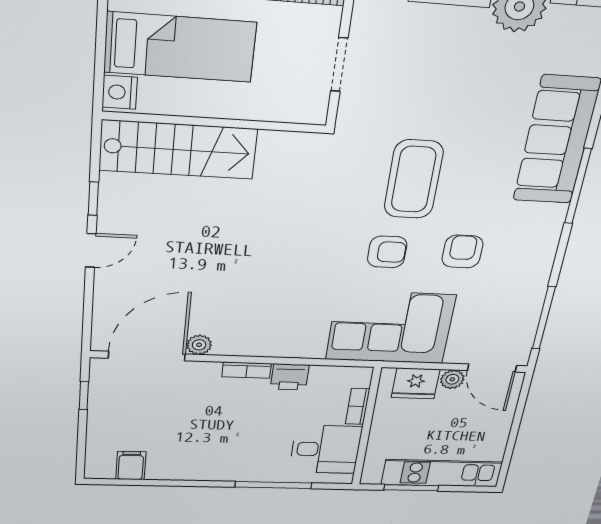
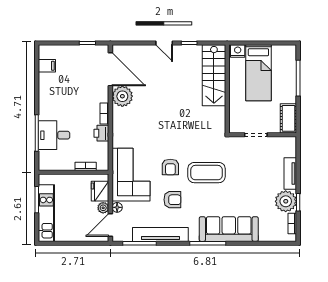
tv unit: (535, 278) -> (160, 234), added
plant: (199, 345) -> (122, 96), width x1.88, depth x1.88
floor lamp: (457, 355) -> (117, 207), added
desk: (326, 449) -> (54, 135), moved, turned 90

